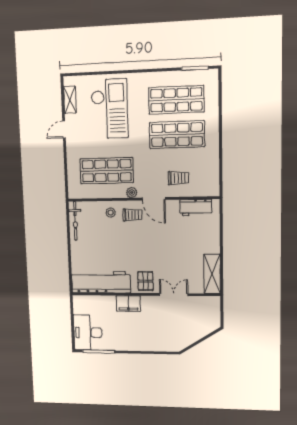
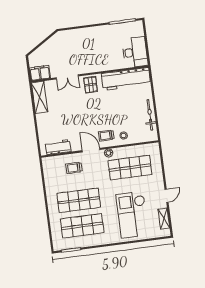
bicycle: (75, 221) -> (150, 115), moved
filing cabinet: (128, 303) -> (40, 73), moved
desk: (88, 333) -> (135, 52), moved

